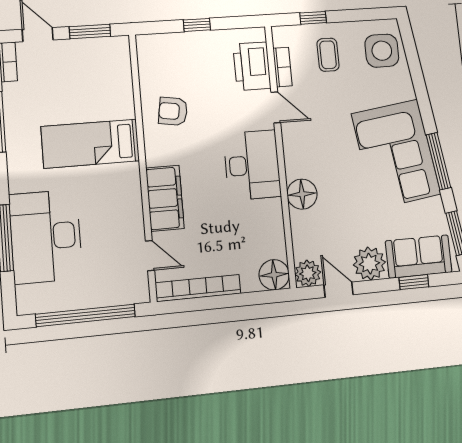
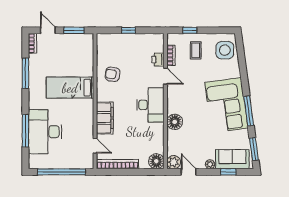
printer: (252, 66) -> (158, 60), width x0.53, depth x0.68
plant: (369, 264) -> (210, 164), width x0.53, depth x0.53

